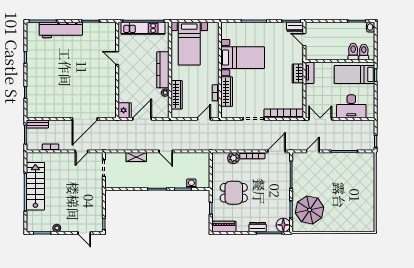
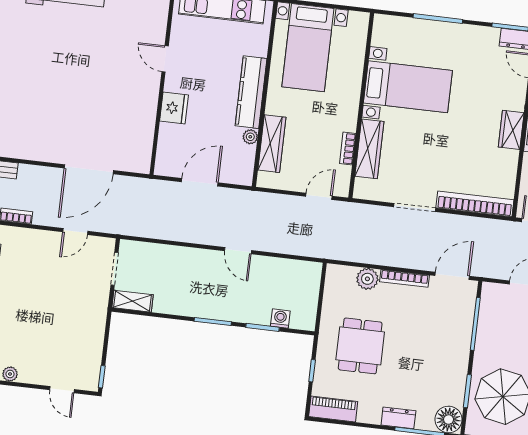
fridge: (125, 110) -> (174, 108), moved
shelving: (136, 157) -> (132, 301), moved
dining table: (234, 193) -> (360, 346), turned 90

